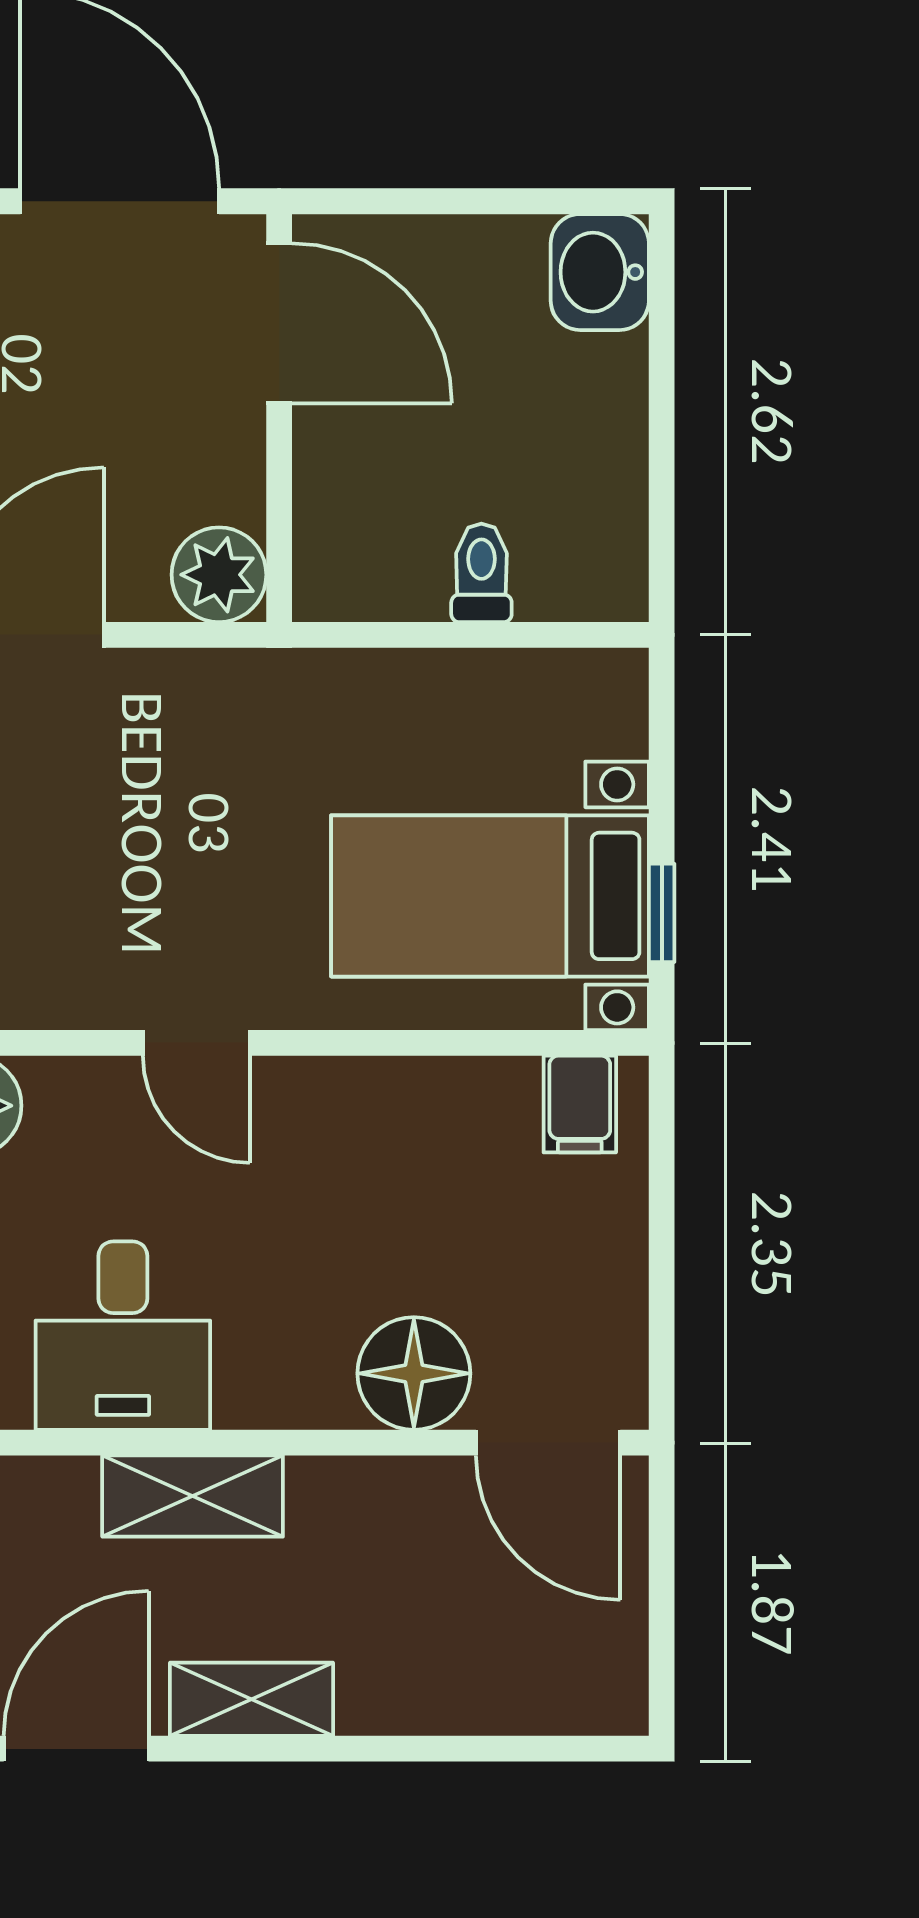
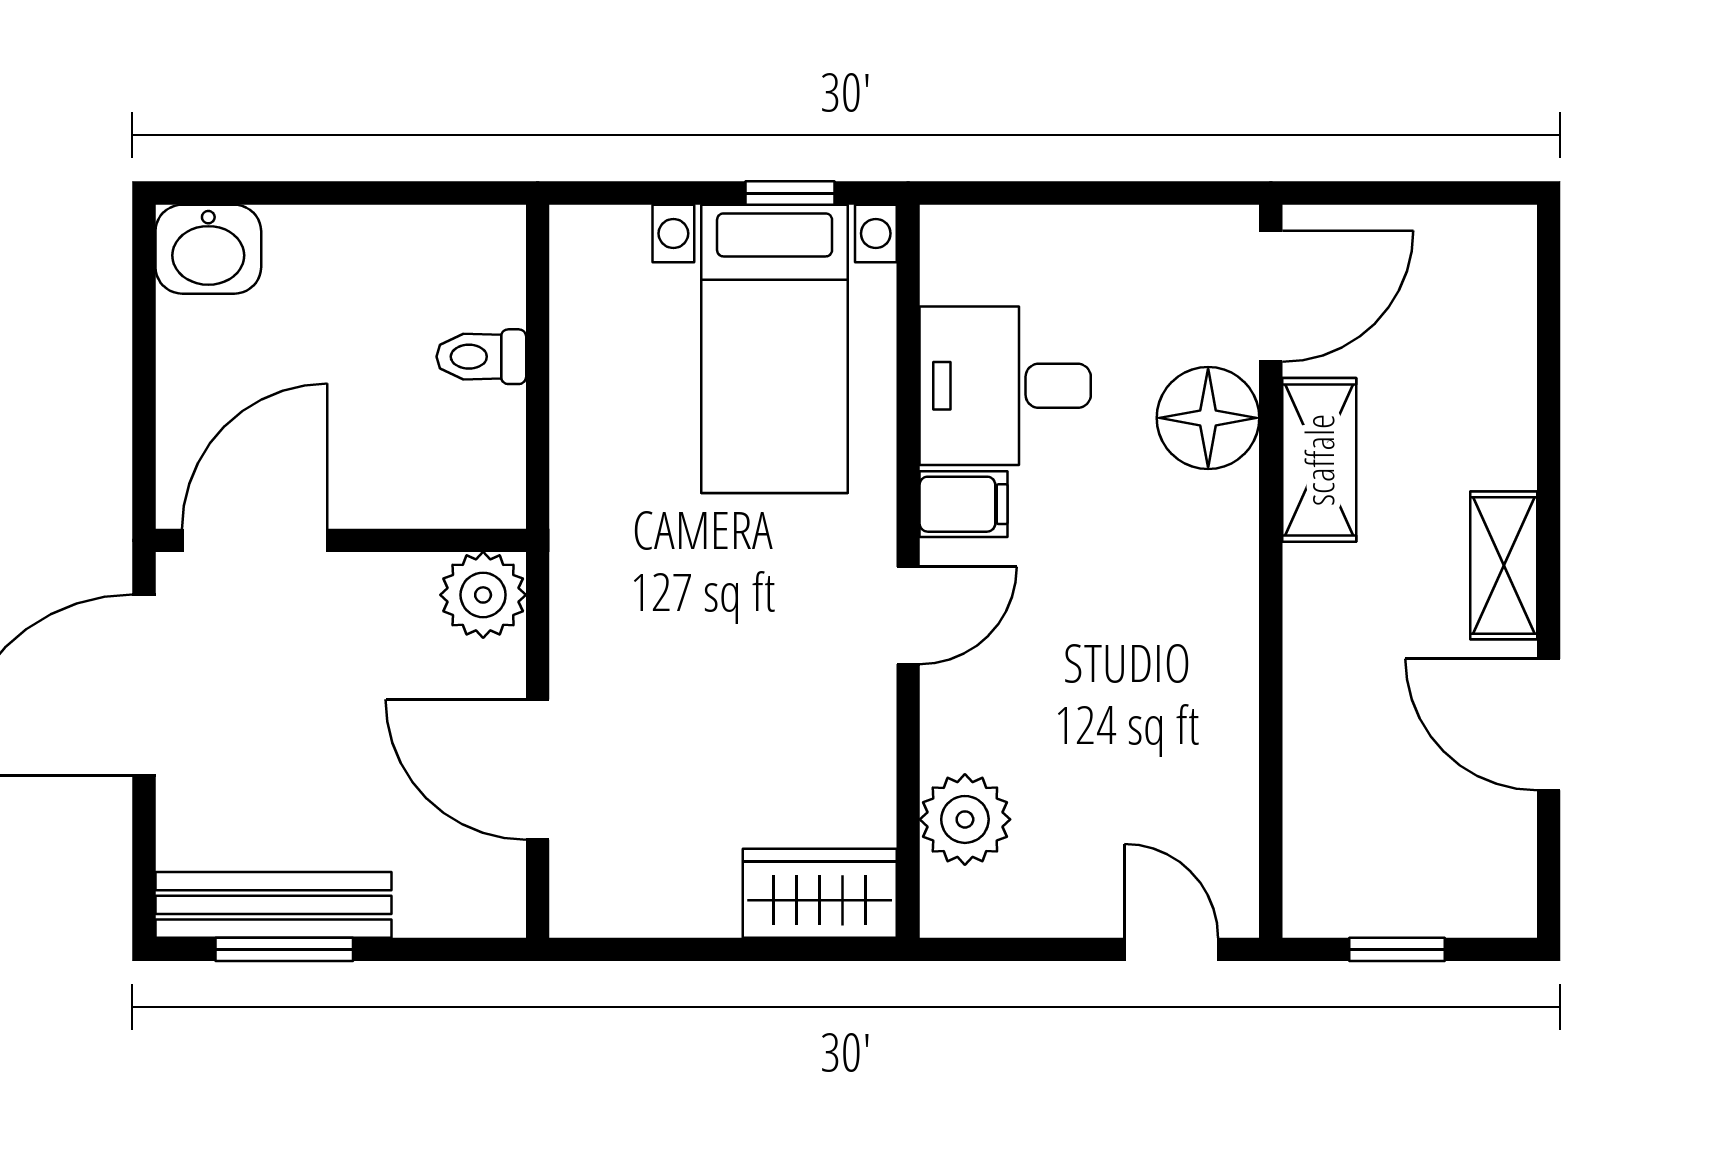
filing cabinet: (580, 1104) -> (964, 504), moved
desk: (123, 1336) -> (1005, 386), moved, turned 180
shelving: (193, 1496) -> (1319, 460), moved

